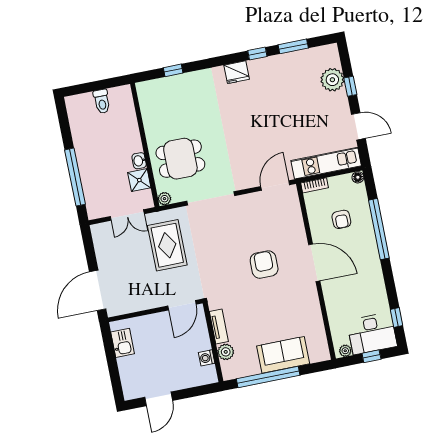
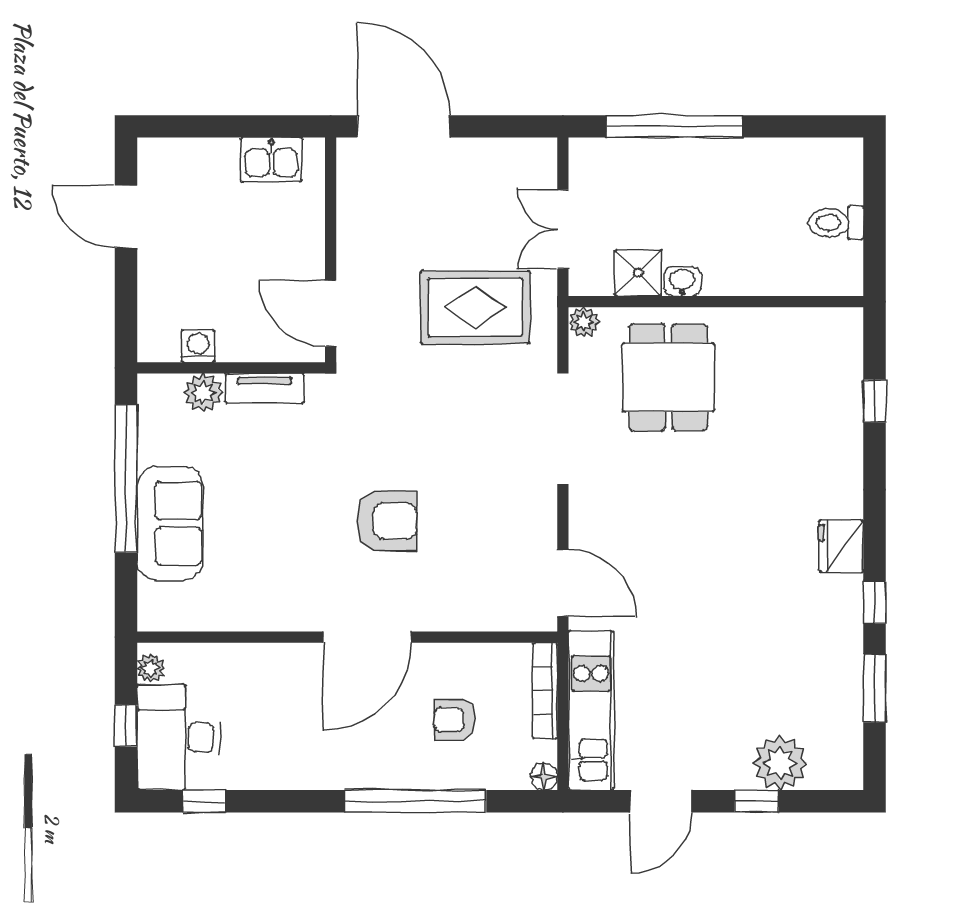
bookcase: (315, 185) -> (545, 691), width x1.56

